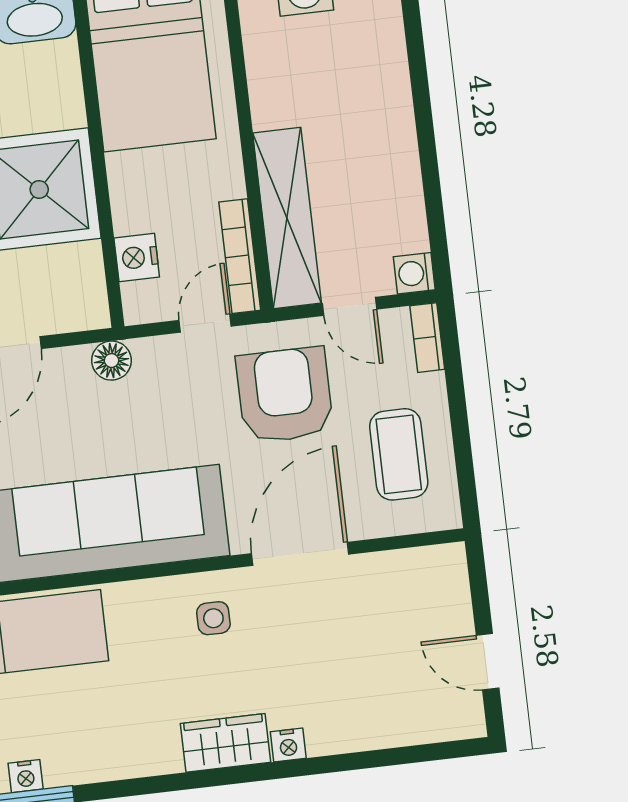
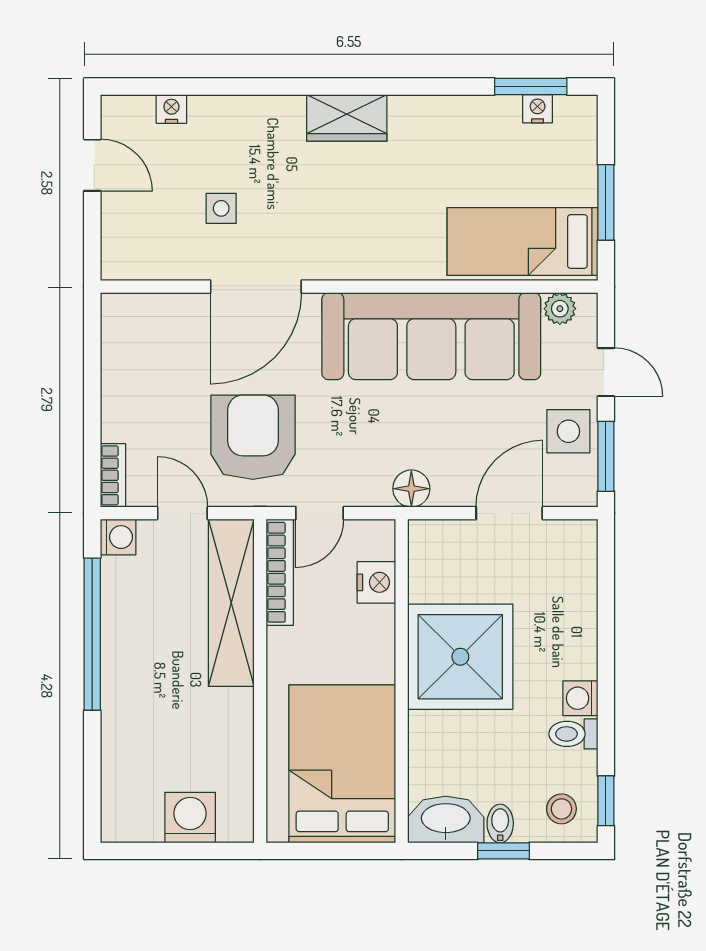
window: (430, 168) -> (92, 634), added
armchair: (285, 395) -> (253, 437), turned 180
coffee table: (399, 454) -> (153, 369), removed
side table: (213, 618) -> (221, 208), moved
nightstand: (288, 745) -> (171, 109), moved

